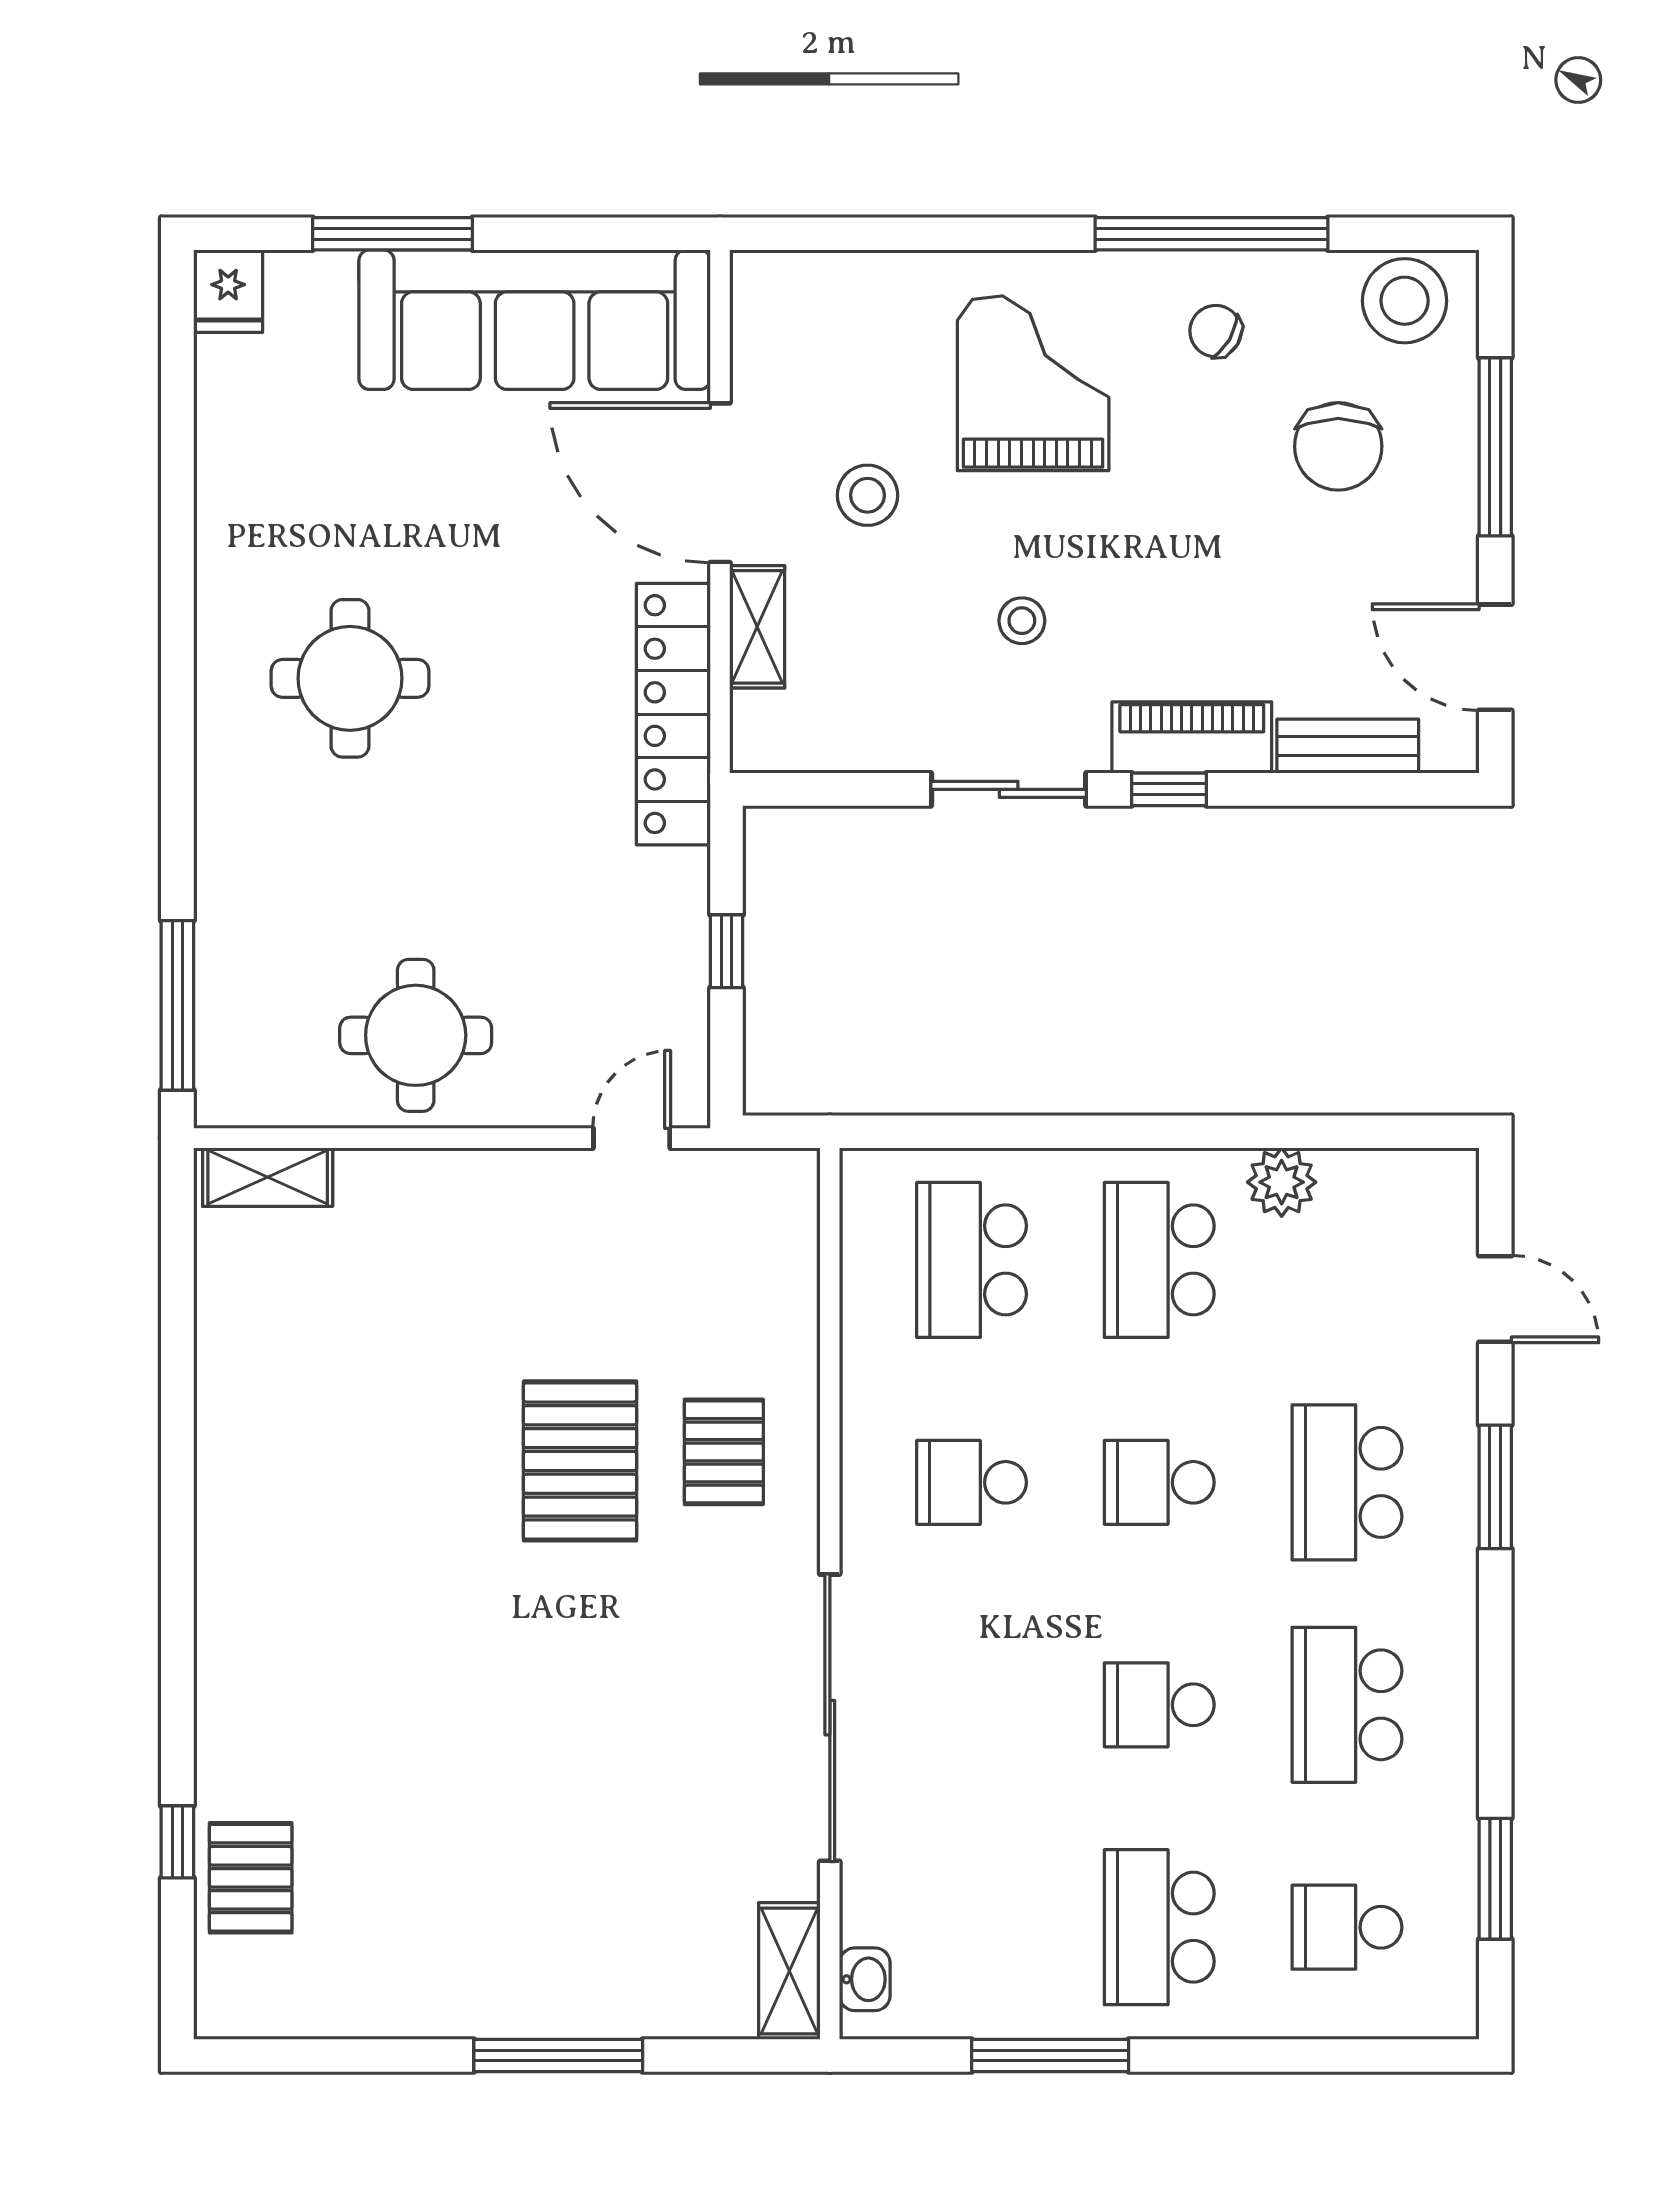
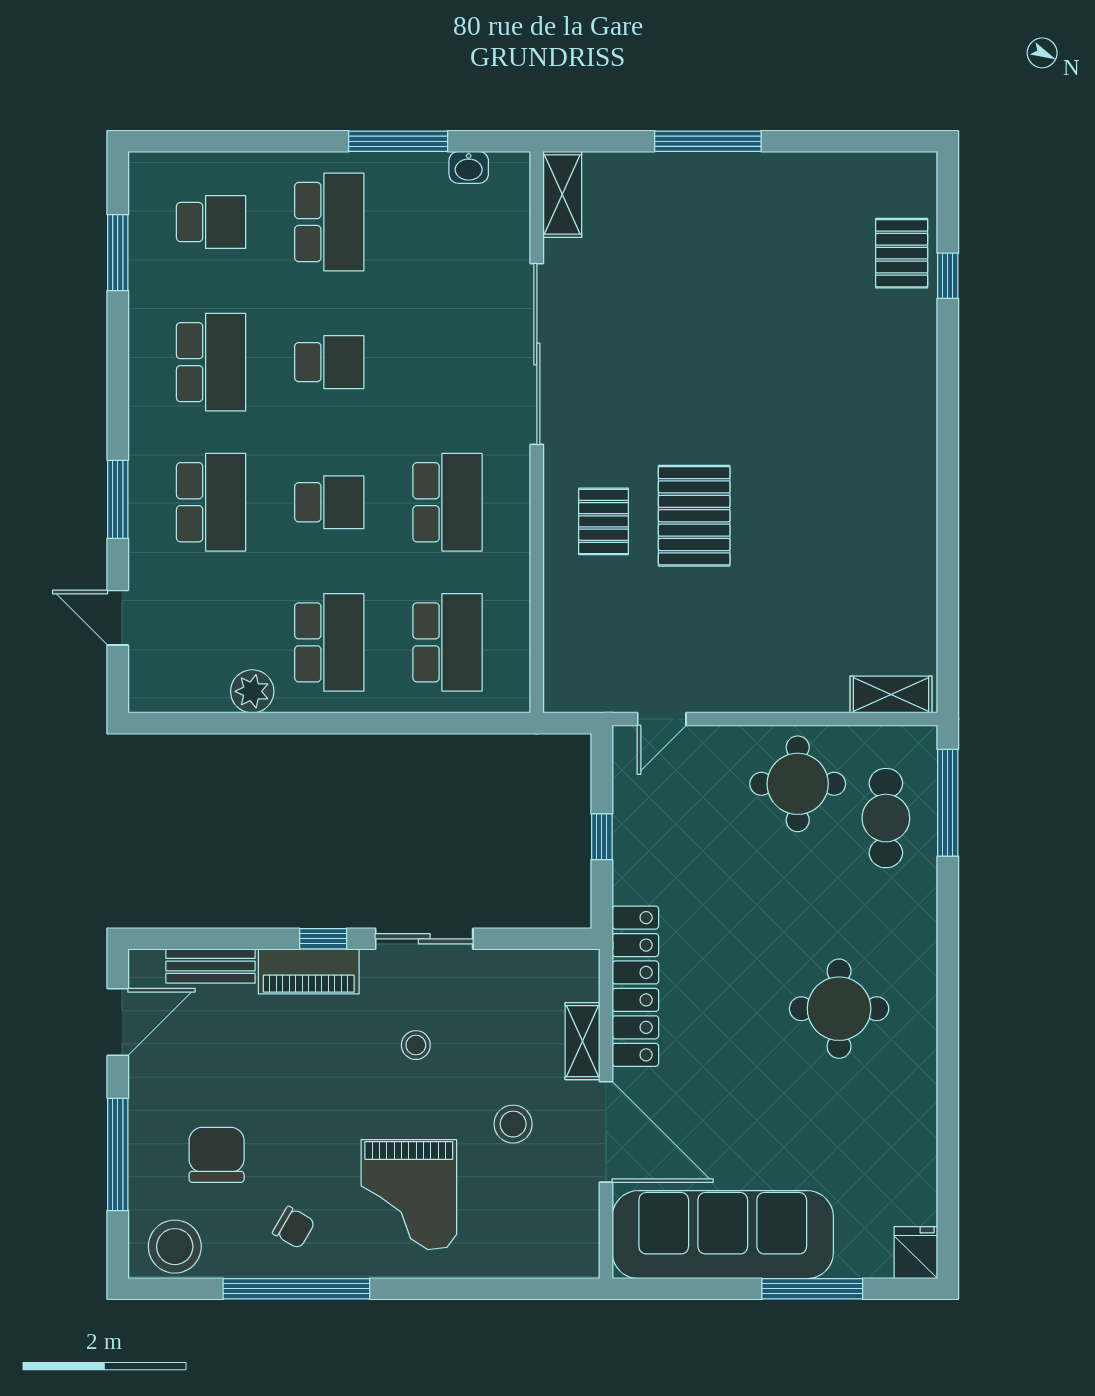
door: (1495, 657) -> (118, 1022), hinge flipped
cafe table: (276, 981) -> (886, 818), added
school desk: (972, 1482) -> (448, 502), width x1.85
washbasin: (865, 1979) -> (469, 167), moved, turned -90

